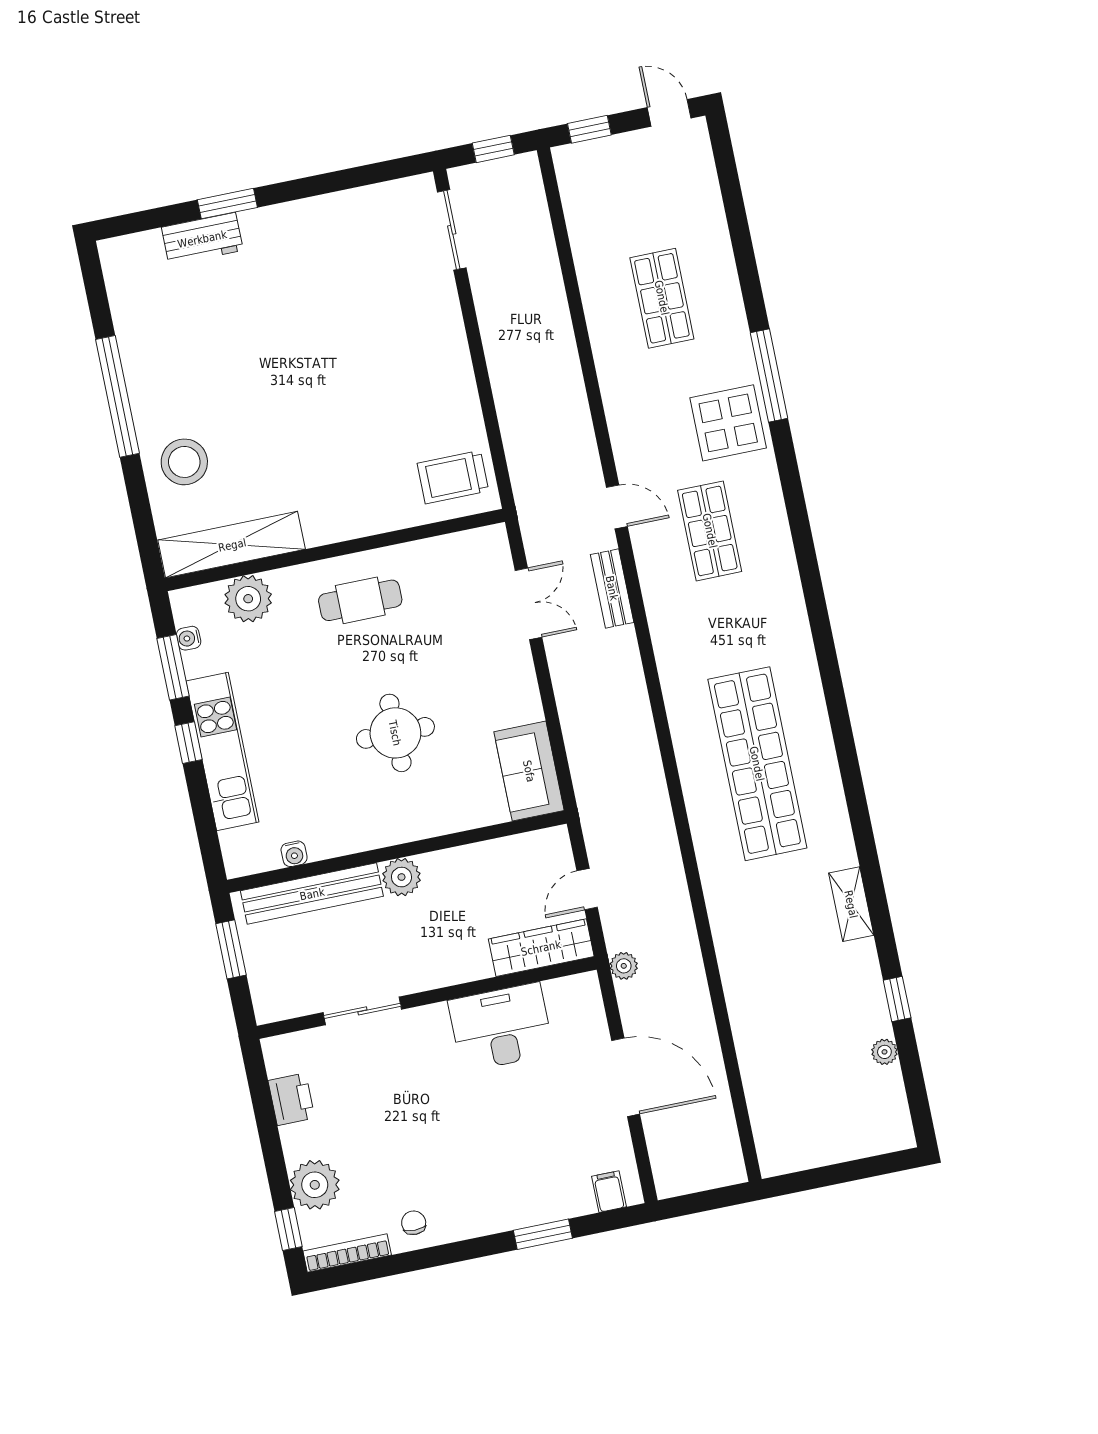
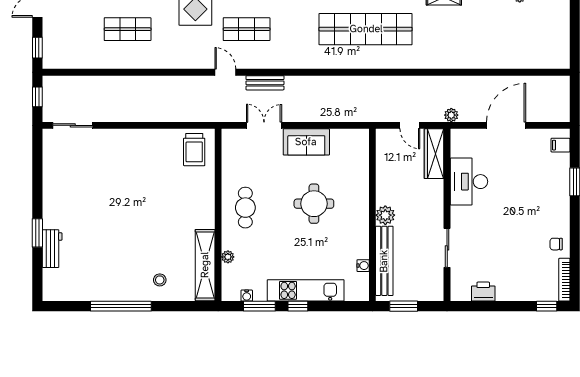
stool: (184, 462) -> (160, 280), width x0.53, depth x0.53
door: (617, 507) -> (225, 72), hinge flipped
plant: (248, 599) -> (228, 257), width x0.53, depth x0.53
sofa: (529, 771) -> (306, 142), moved
plant: (315, 1185) -> (528, 289), removed

